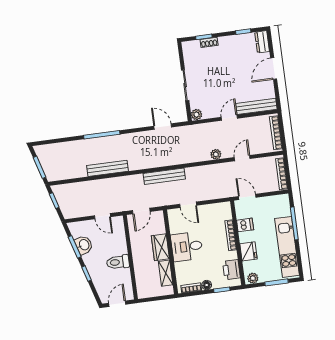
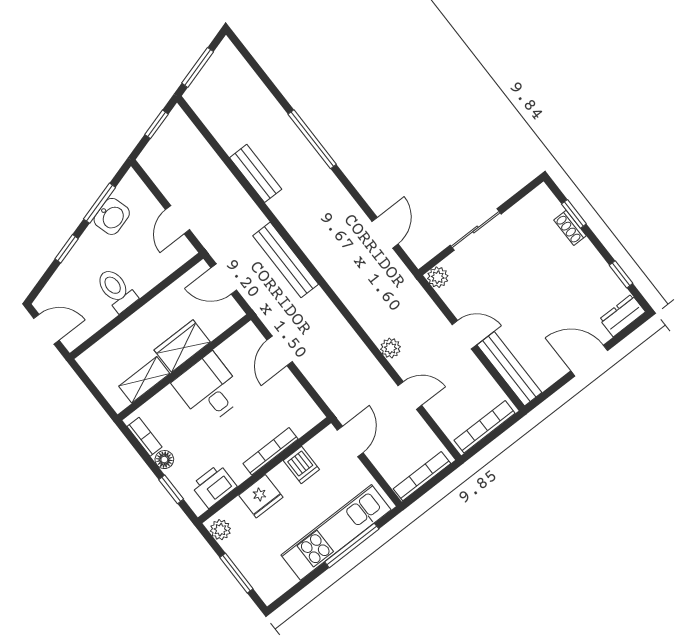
bench: (108, 168) -> (256, 173), width x0.73
bench: (164, 176) -> (286, 260), moved
kitchen unit: (287, 247) -> (336, 532), moved

